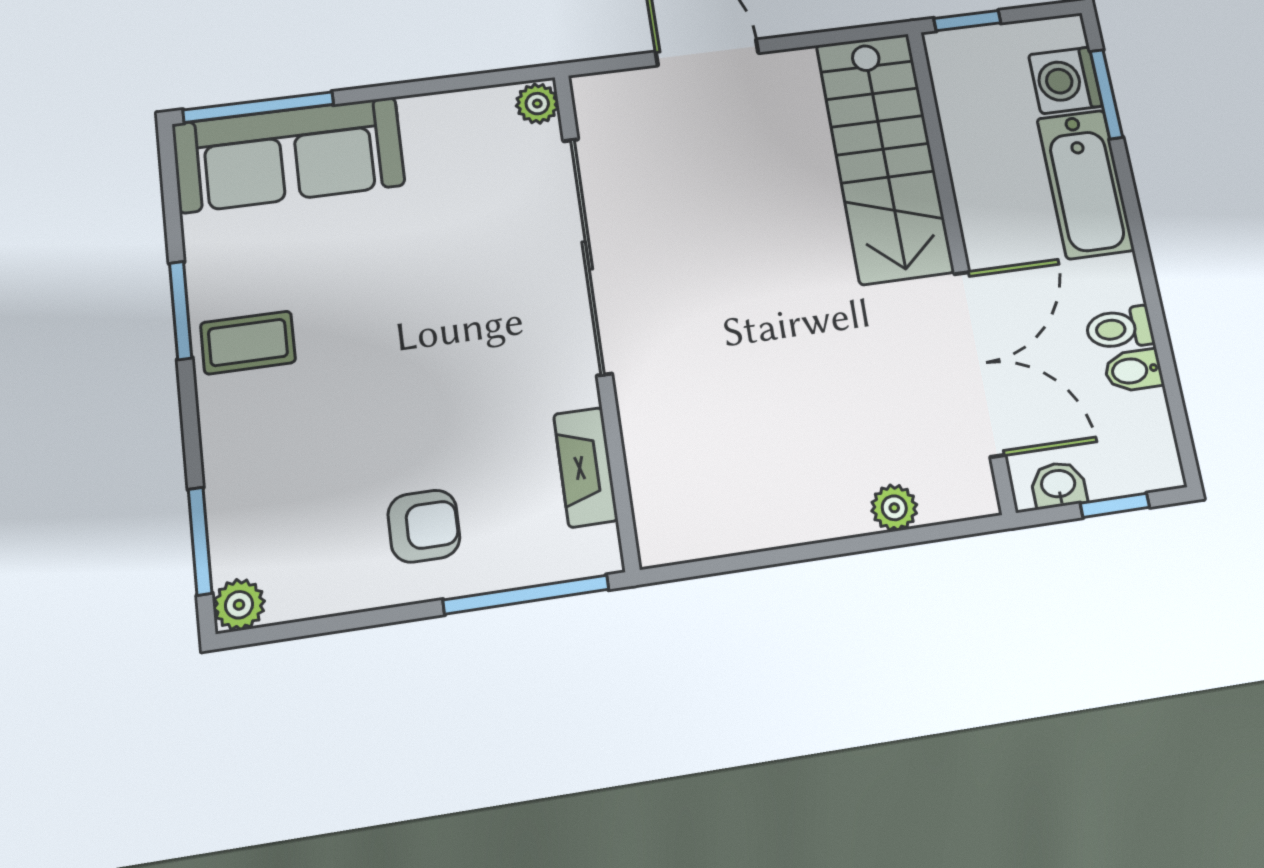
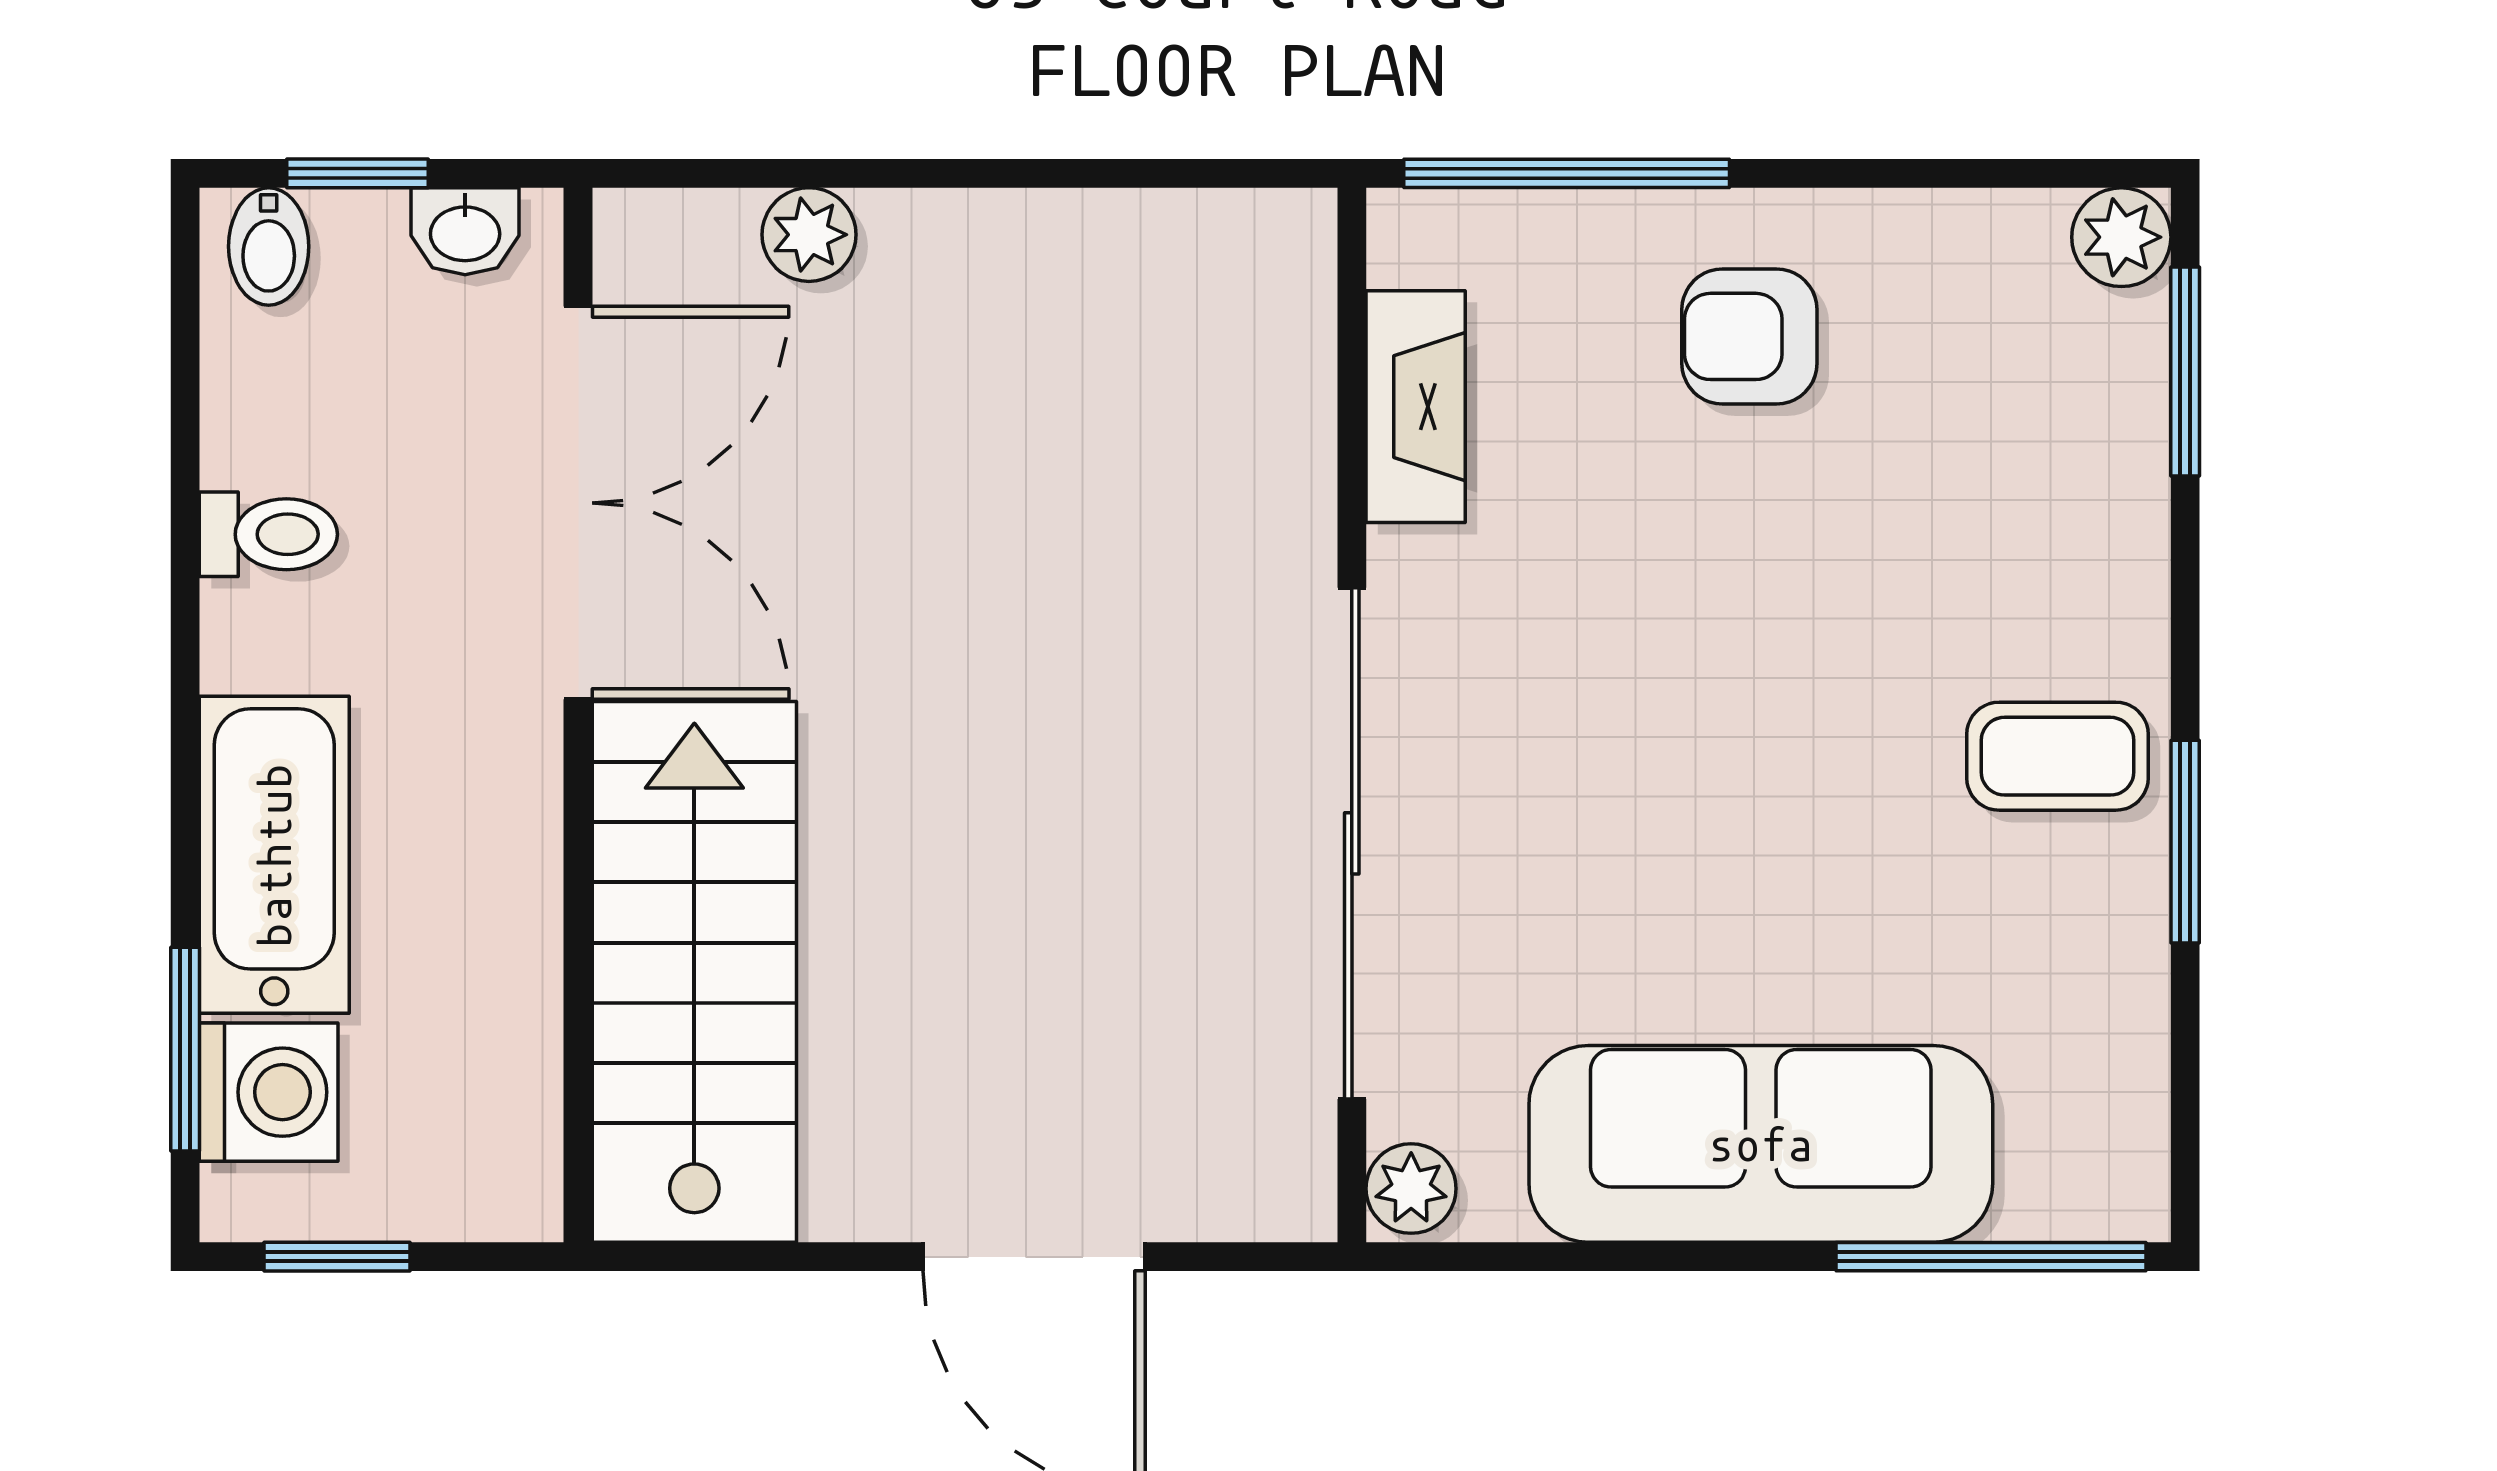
window: (967, 21) -> (337, 1257), moved
sofa: (288, 155) -> (1761, 1144), moved
double door: (979, 363) -> (578, 503), swing flipped
bidet: (1133, 370) -> (269, 246), moved, turned 90

